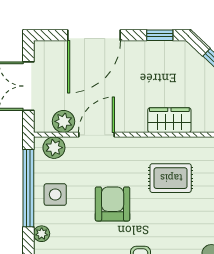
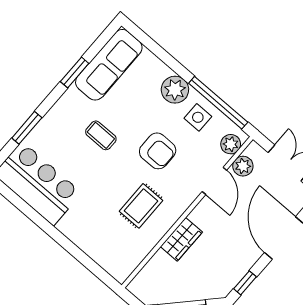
plant: (42, 234) -> (175, 90), width x1.87, depth x1.87

